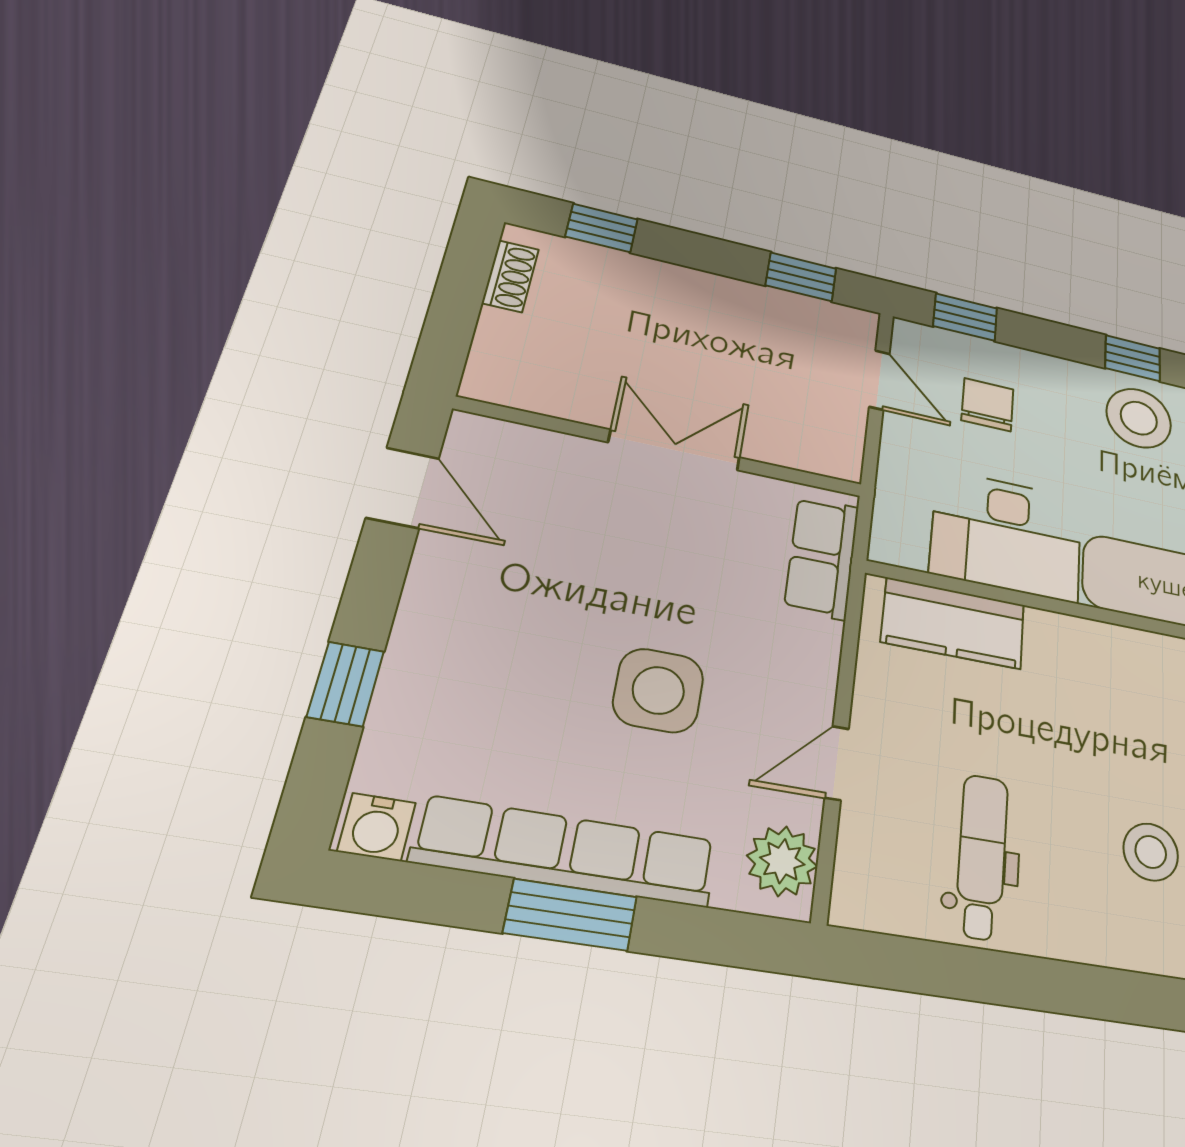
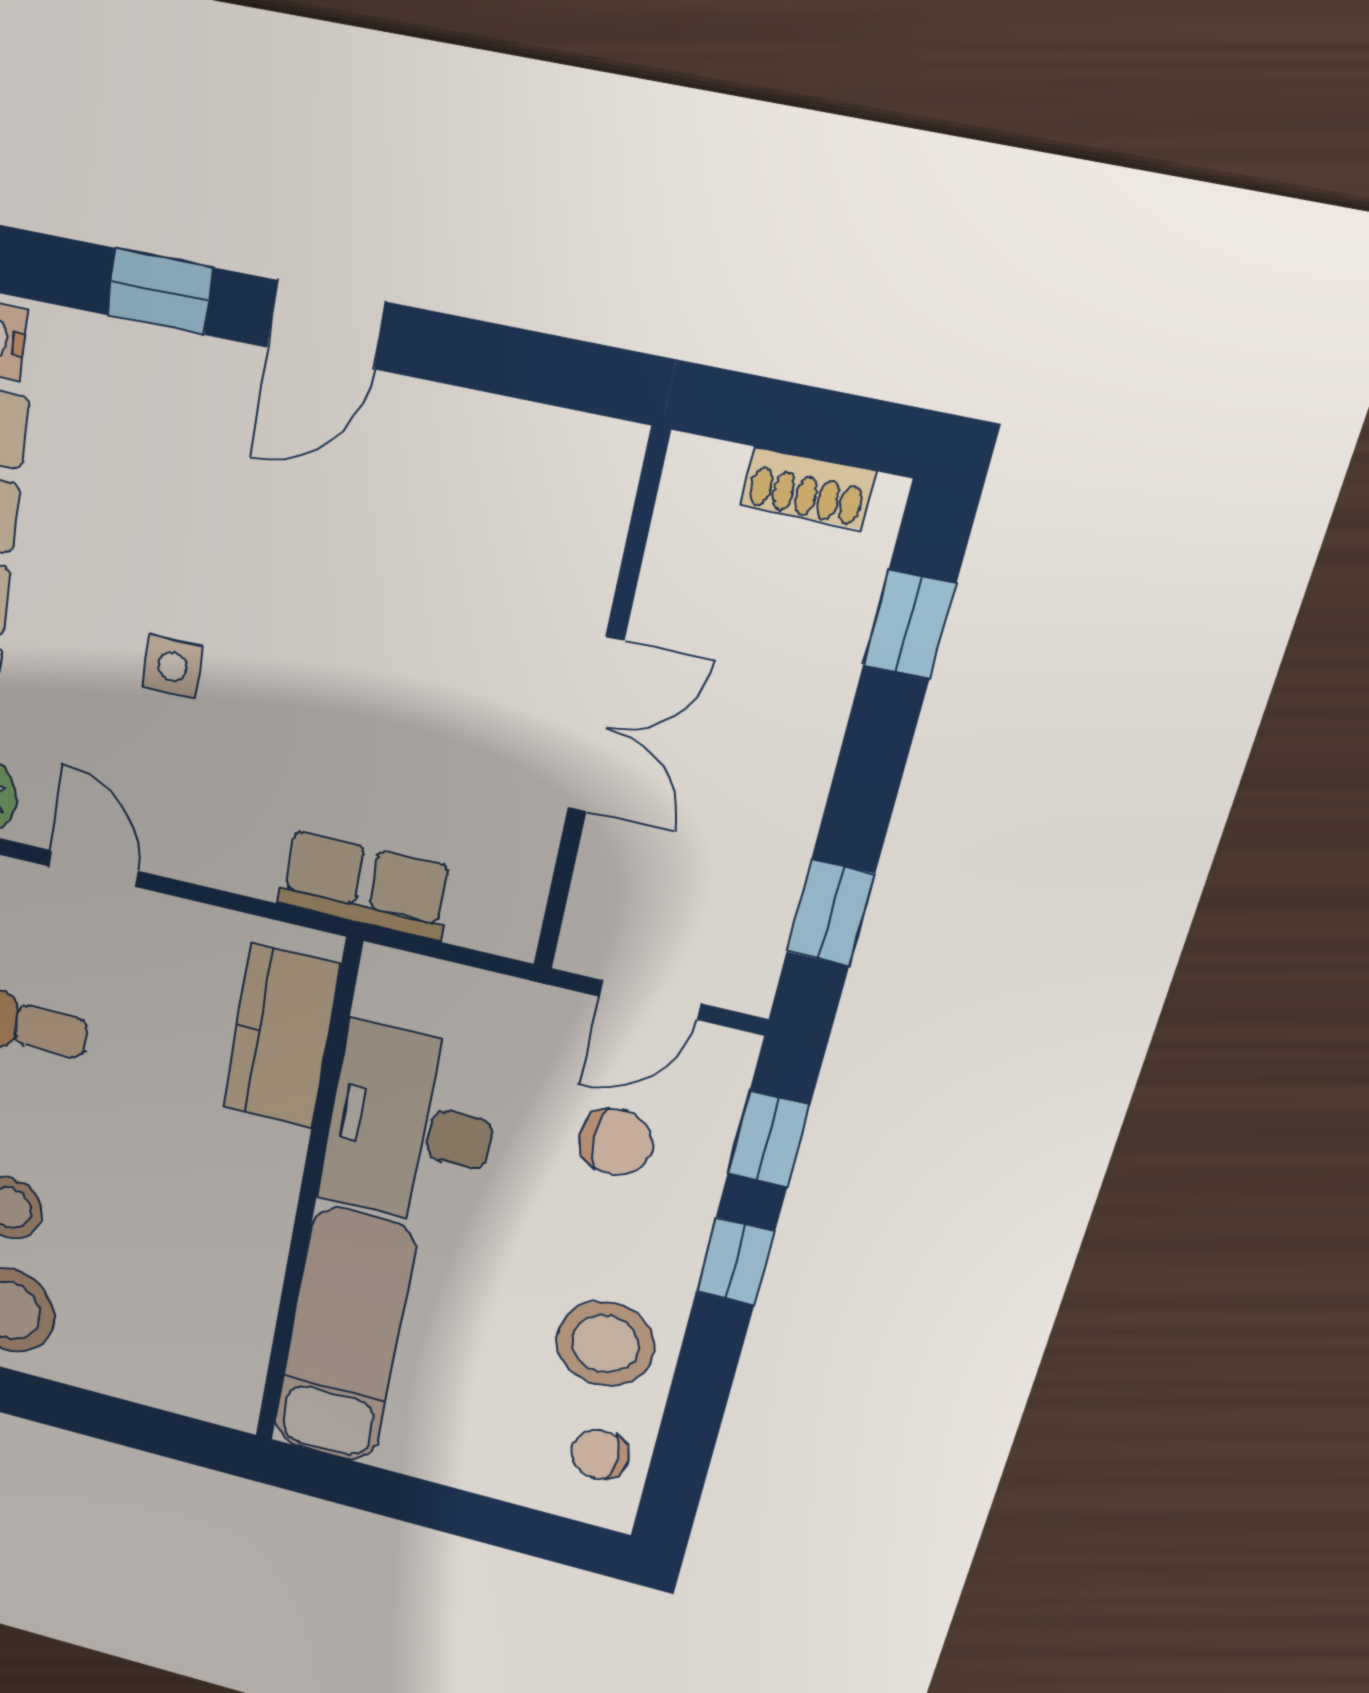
window: (1133, 358) -> (735, 1262), moved
wall: (663, 448) -> (599, 710), moved
double door: (674, 450) -> (596, 725), moved
door: (403, 488) -> (326, 325), moved
side table: (658, 690) -> (172, 666), width x0.54, depth x0.54

